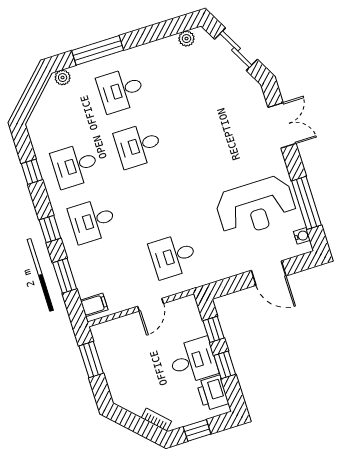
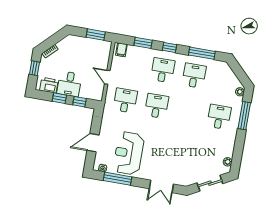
desk: (138, 145) -> (157, 106), moved
window: (32, 172) -> (202, 53), width x2.17

